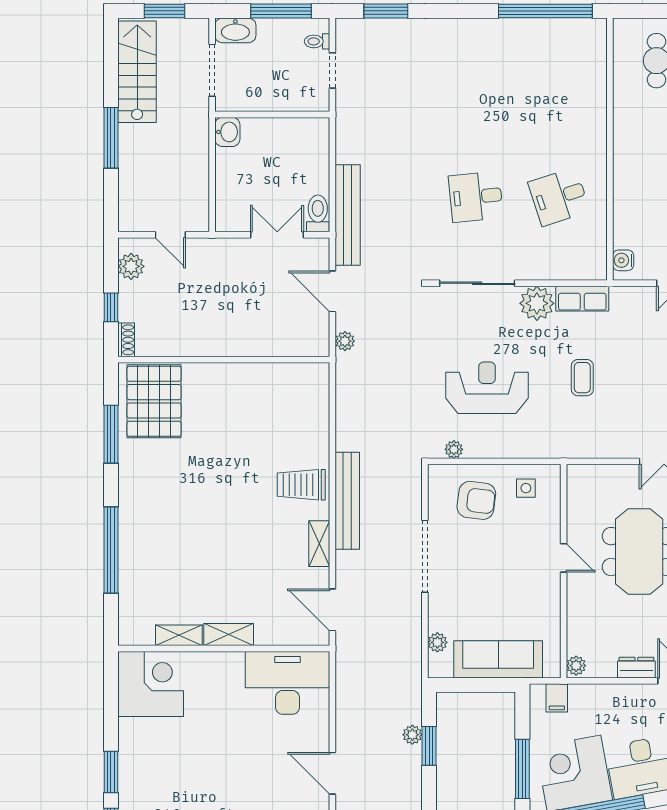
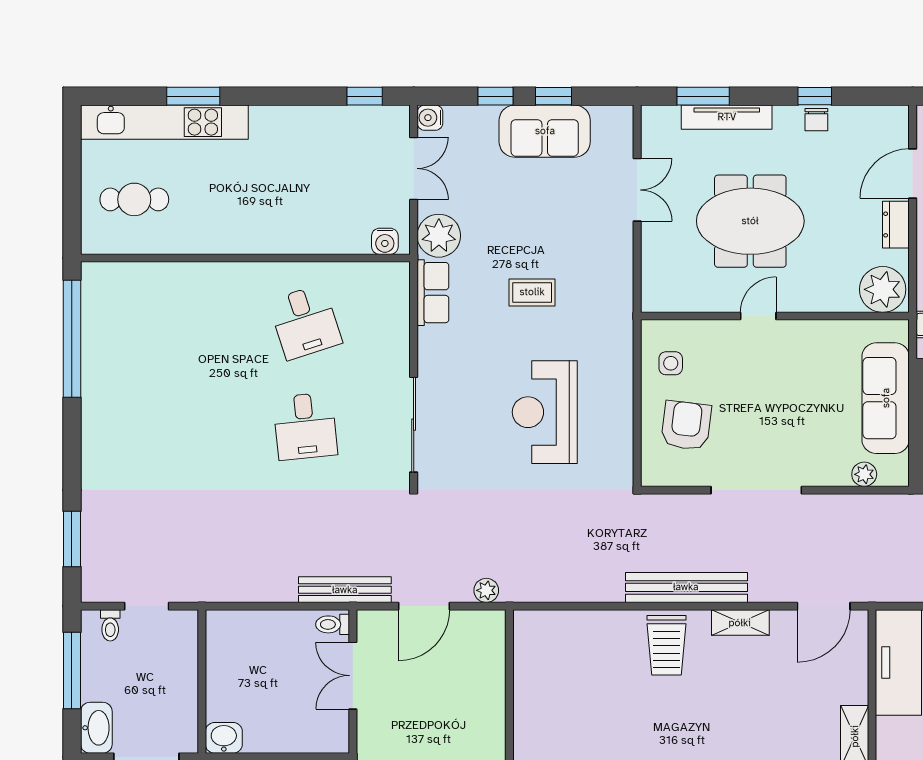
toilet: (318, 213) -> (333, 624), width x0.73, depth x0.72
bench: (348, 215) -> (345, 590), width x0.73, depth x0.82
plant: (537, 303) -> (439, 236), moved
plant: (454, 449) -> (622, 454), removed
plant: (576, 666) -> (883, 289), width x1.87, depth x1.87

